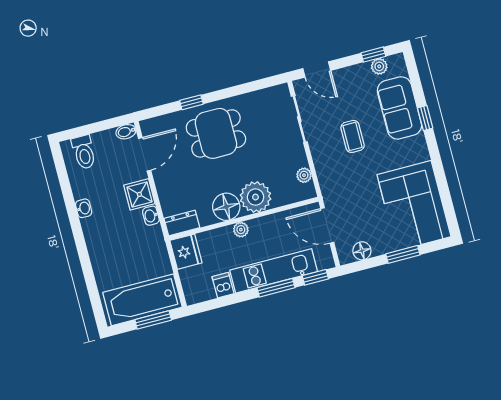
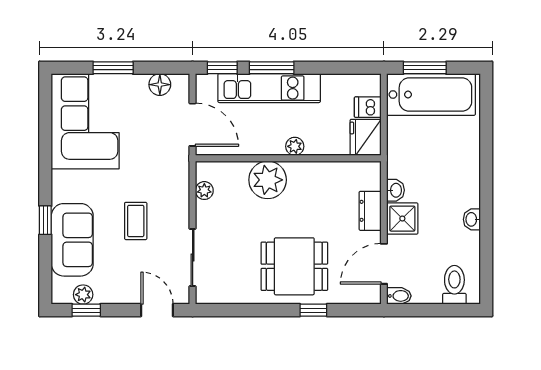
floor lamp: (226, 207) -> (305, 177), removed
dresser: (182, 223) -> (370, 211), moved, turned 90
dishwasher: (223, 285) -> (368, 107), moved, turned 90

